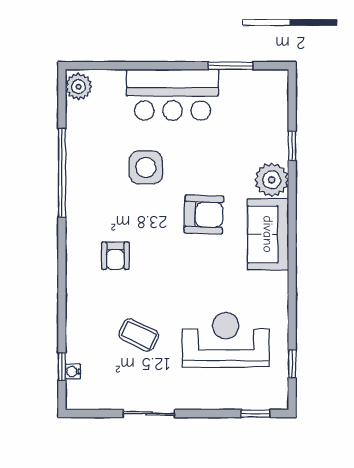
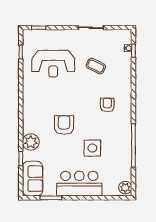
armchair: (204, 215) -> (64, 125), turned 88
sofa: (268, 234) -> (33, 179), moved

